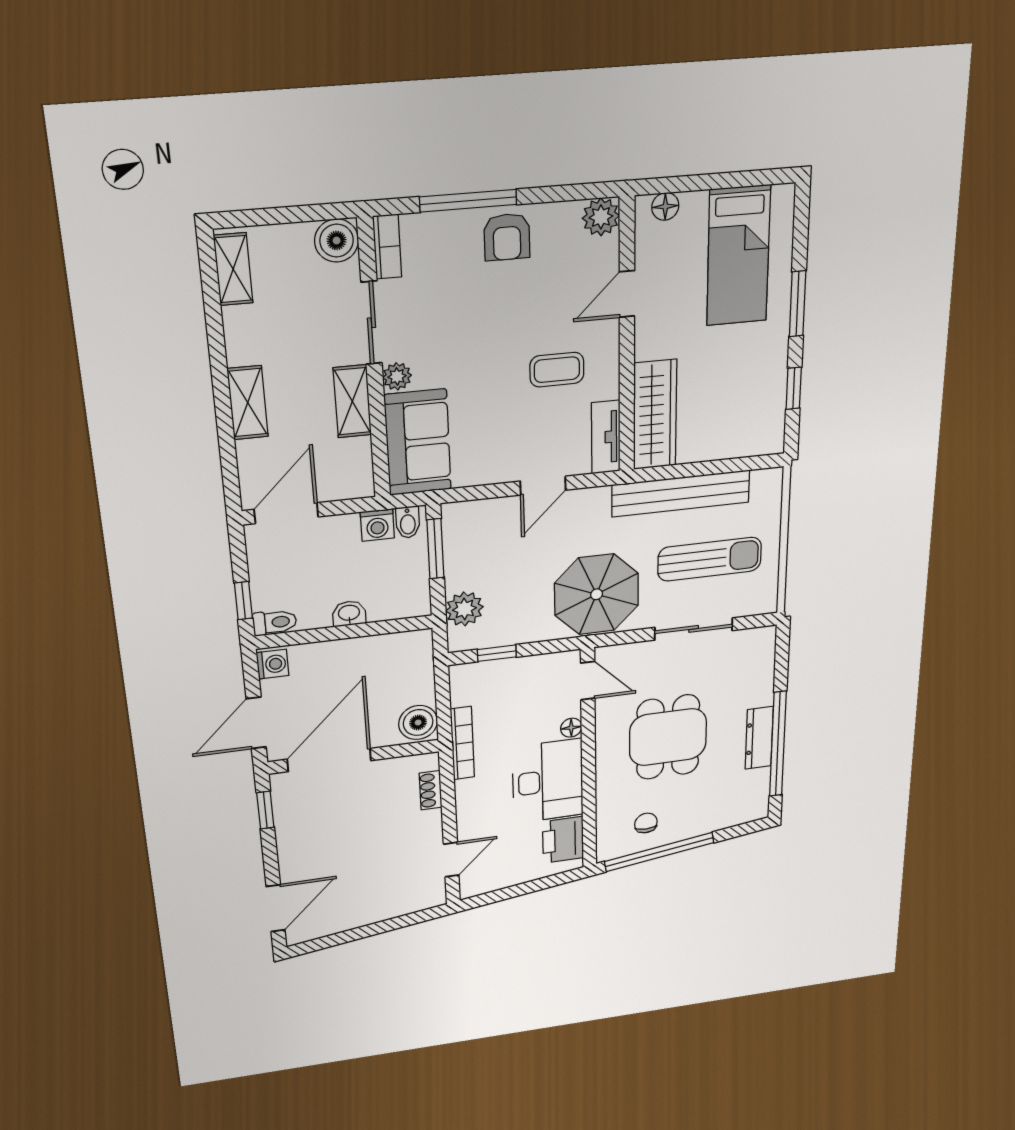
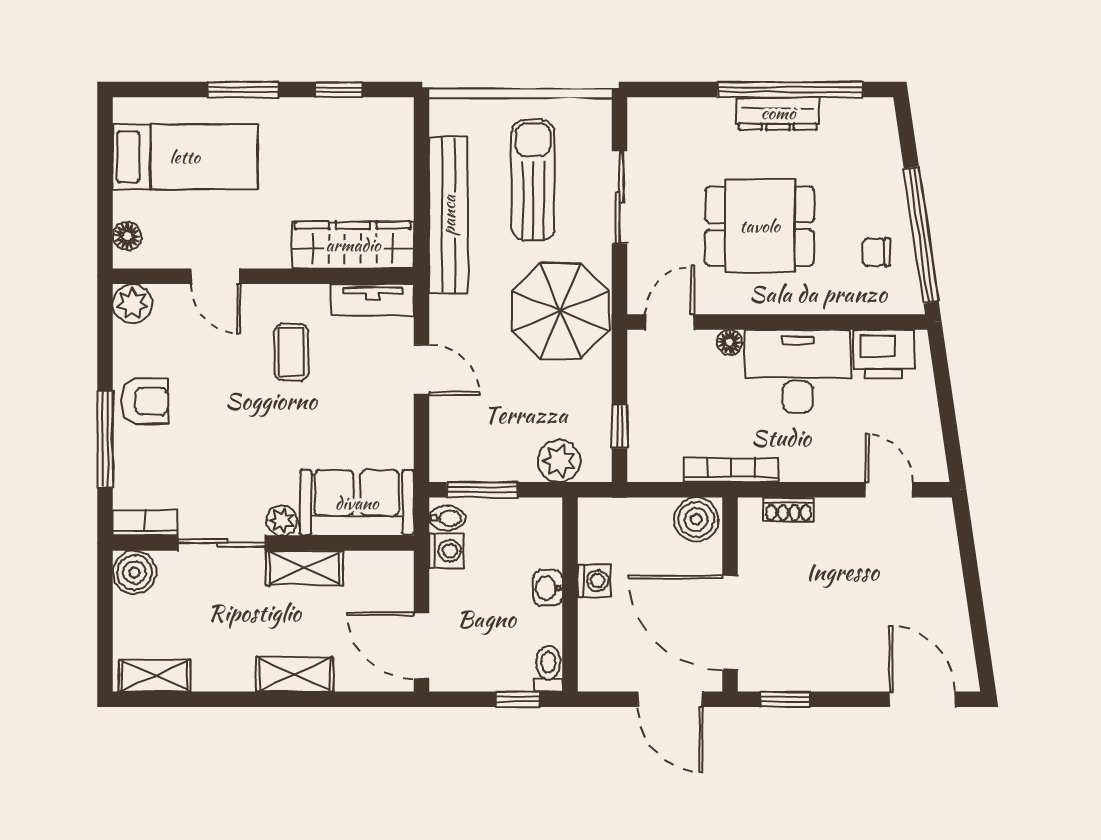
washing machine: (273, 664) -> (594, 581), moved, turned 90

